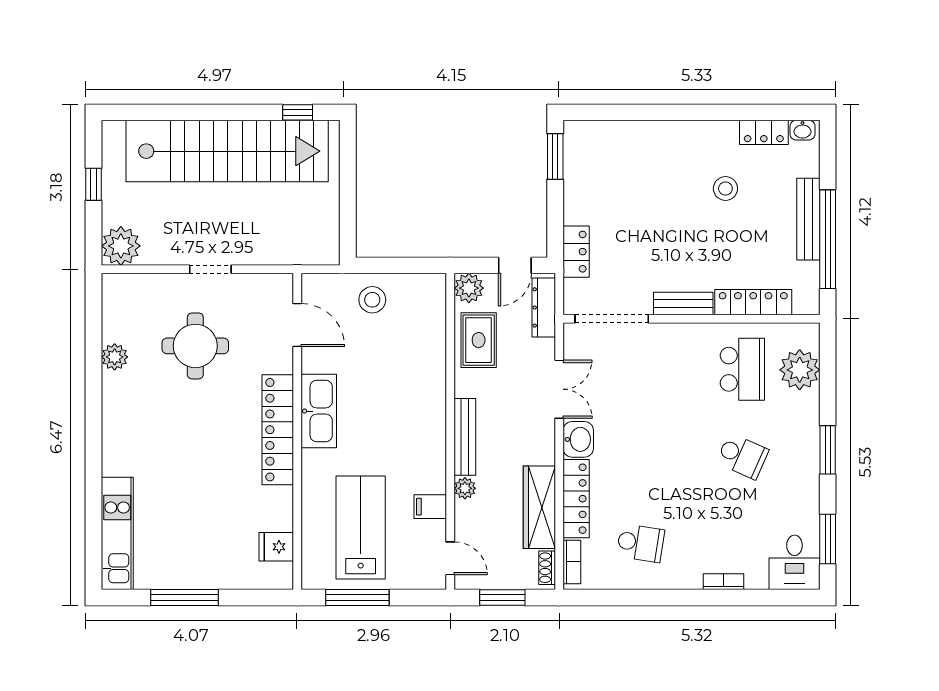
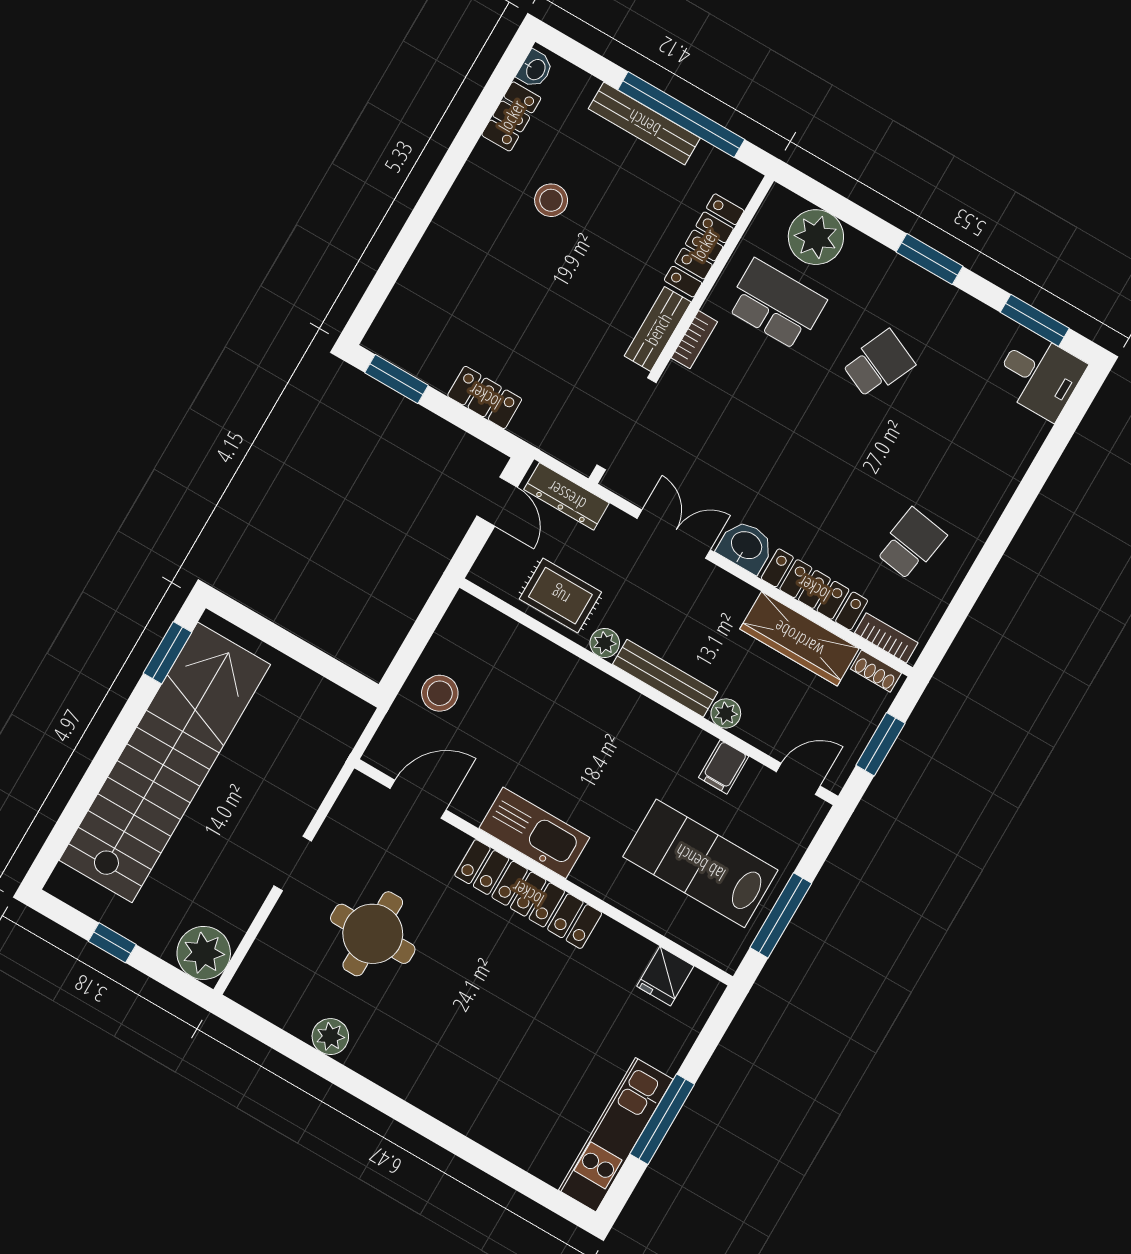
window: (298, 112) -> (168, 653), width x1.50
locker: (576, 252) -> (485, 397), moved
plant: (469, 288) -> (605, 643), moved, width x0.73, depth x0.73
kitchen unit: (117, 533) -> (616, 1135), moved, turned -90
bookcase: (723, 582) -> (694, 340), moved, turned 180

